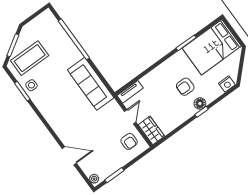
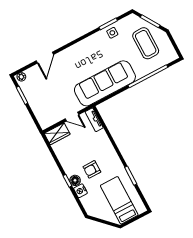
bed: (212, 47) -> (119, 200), width x0.67
coffee table: (30, 58) -> (146, 43), moved
sofa: (91, 84) -> (105, 83), width x1.36, depth x1.27
nightstand: (227, 84) -> (80, 191), moved
armchair: (185, 87) -> (92, 169), turned -90
armchair: (129, 141) -> (50, 113), removed

